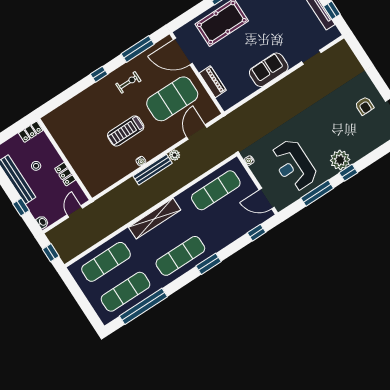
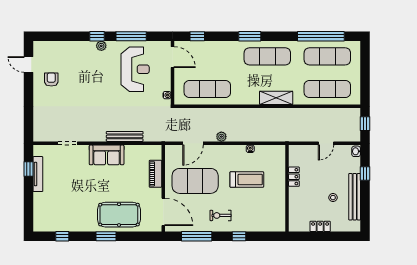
wall: (65, 159) -> (287, 188), moved
plant: (340, 160) -> (101, 46), width x0.53, depth x0.53
bench: (153, 170) -> (125, 136), moved
locker: (65, 174) -> (294, 177), moved
shelving: (155, 219) -> (276, 98), width x0.68

